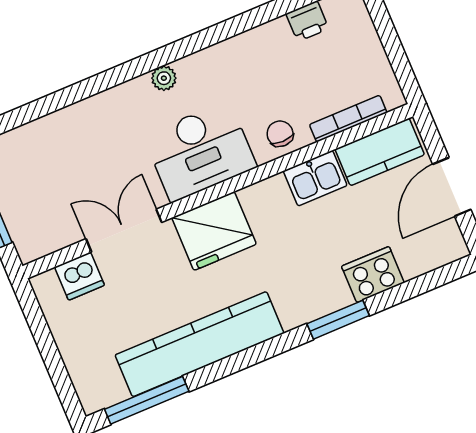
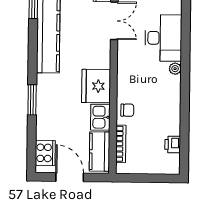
desk: (200, 151) -> (163, 38), moved, turned 180
fridge: (214, 231) -> (96, 86), moved
cooker: (373, 275) -> (45, 153), moved

